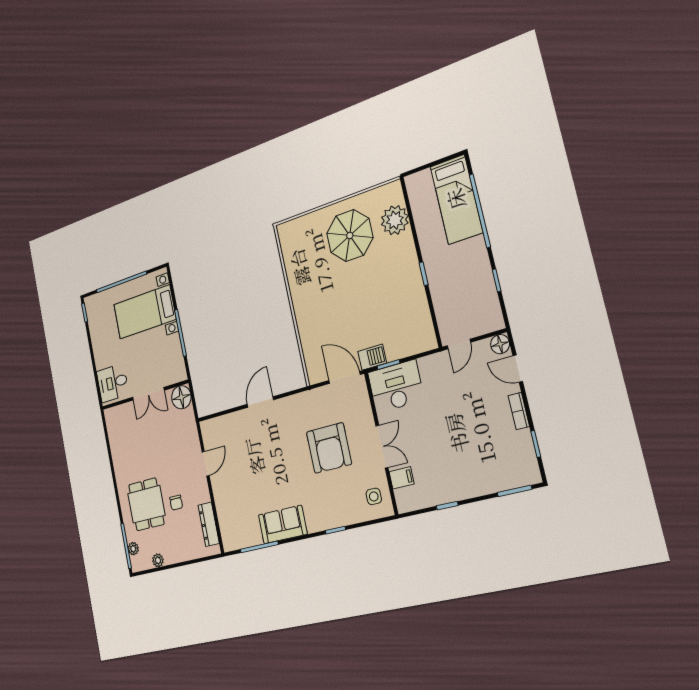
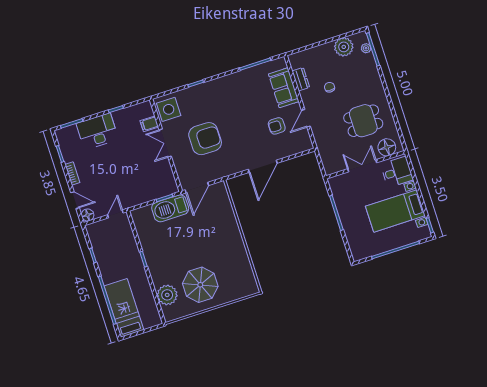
bed with nightstands: (145, 312) -> (395, 211), moved, turned 180
barbecue: (372, 357) -> (170, 208), width x1.88, depth x1.53
door: (344, 377) -> (197, 188), hinge flipped
desk: (396, 386) -> (97, 131), moved, turned 180
floor lamp: (181, 397) -> (387, 147), moved
door: (260, 402) -> (263, 166), width x1.36
armchair: (329, 448) -> (205, 139), turned 90
armchair: (240, 457) -> (277, 126), added
side table: (374, 496) -> (169, 109), width x1.87, depth x1.87
dining table: (146, 504) -> (363, 121), moved, turned 90
dresser: (209, 524) -> (301, 79), width x0.70
sofa: (283, 524) -> (284, 88), moved, turned 90
plant: (158, 560) -> (344, 47), width x1.88, depth x1.88

